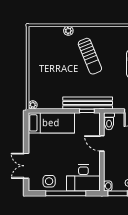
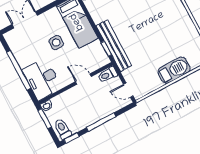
sun lounger: (90, 56) -> (159, 24), removed
door: (102, 143) -> (83, 79), hinge flipped
side table: (49, 181) -> (56, 43), moved

